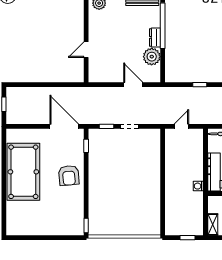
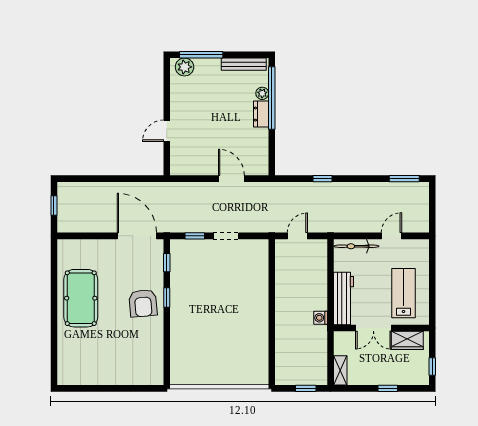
plant: (152, 57) -> (262, 93), moved, width x0.53, depth x0.53
pool table: (23, 172) -> (81, 298), width x0.73, depth x0.76
window: (86, 225) -> (167, 298), moved

